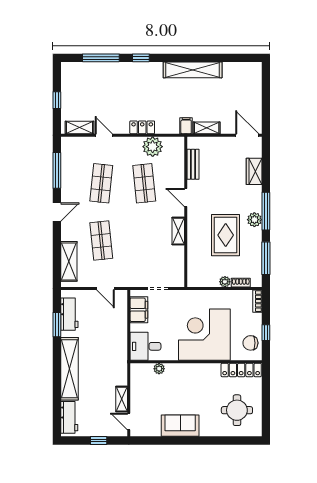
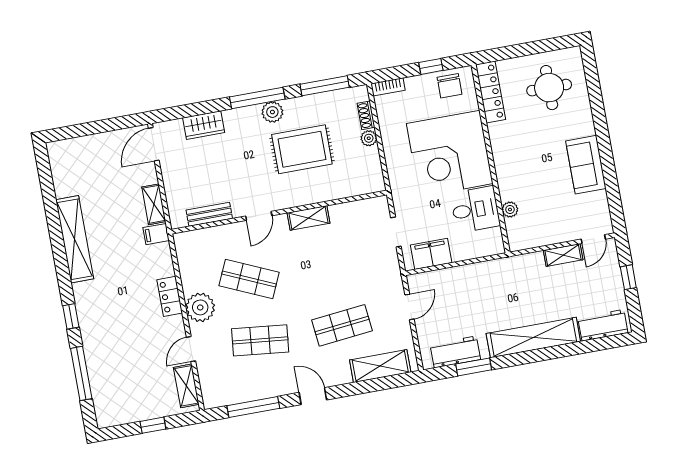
plant: (153, 147) -> (200, 307), moved
shop shelf: (144, 183) -> (249, 279), turned 30
desk: (145, 346) -> (475, 209), moved, turned -90

